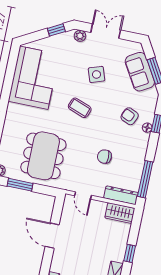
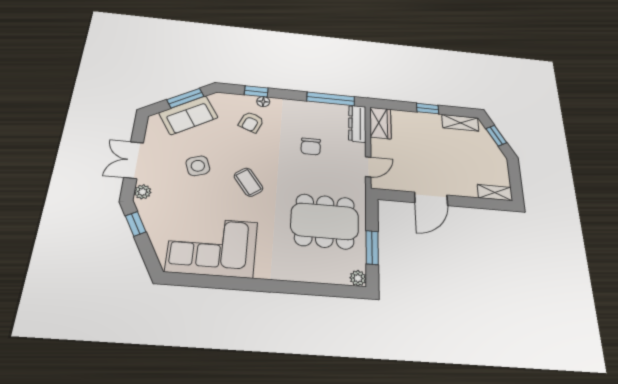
coffee table: (80, 108) -> (248, 182), turned -56

